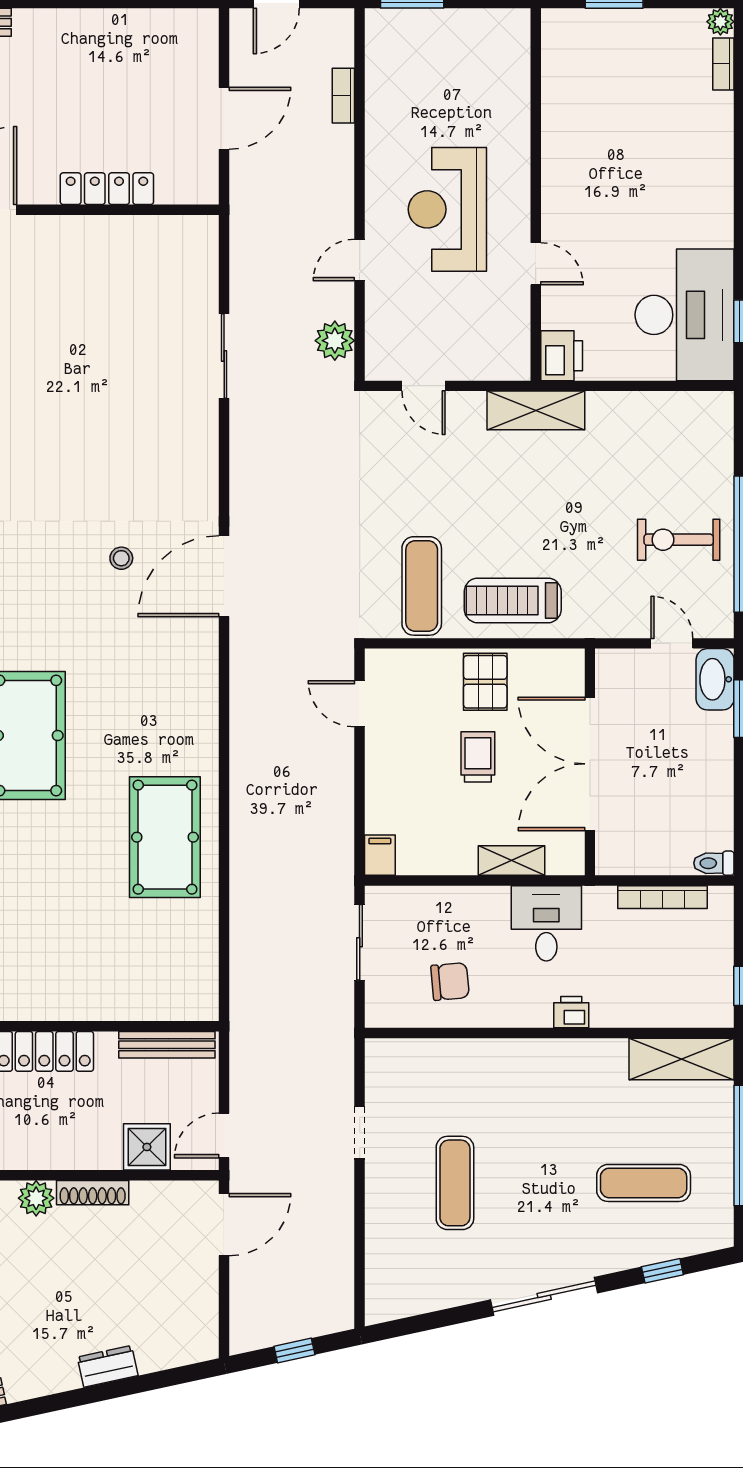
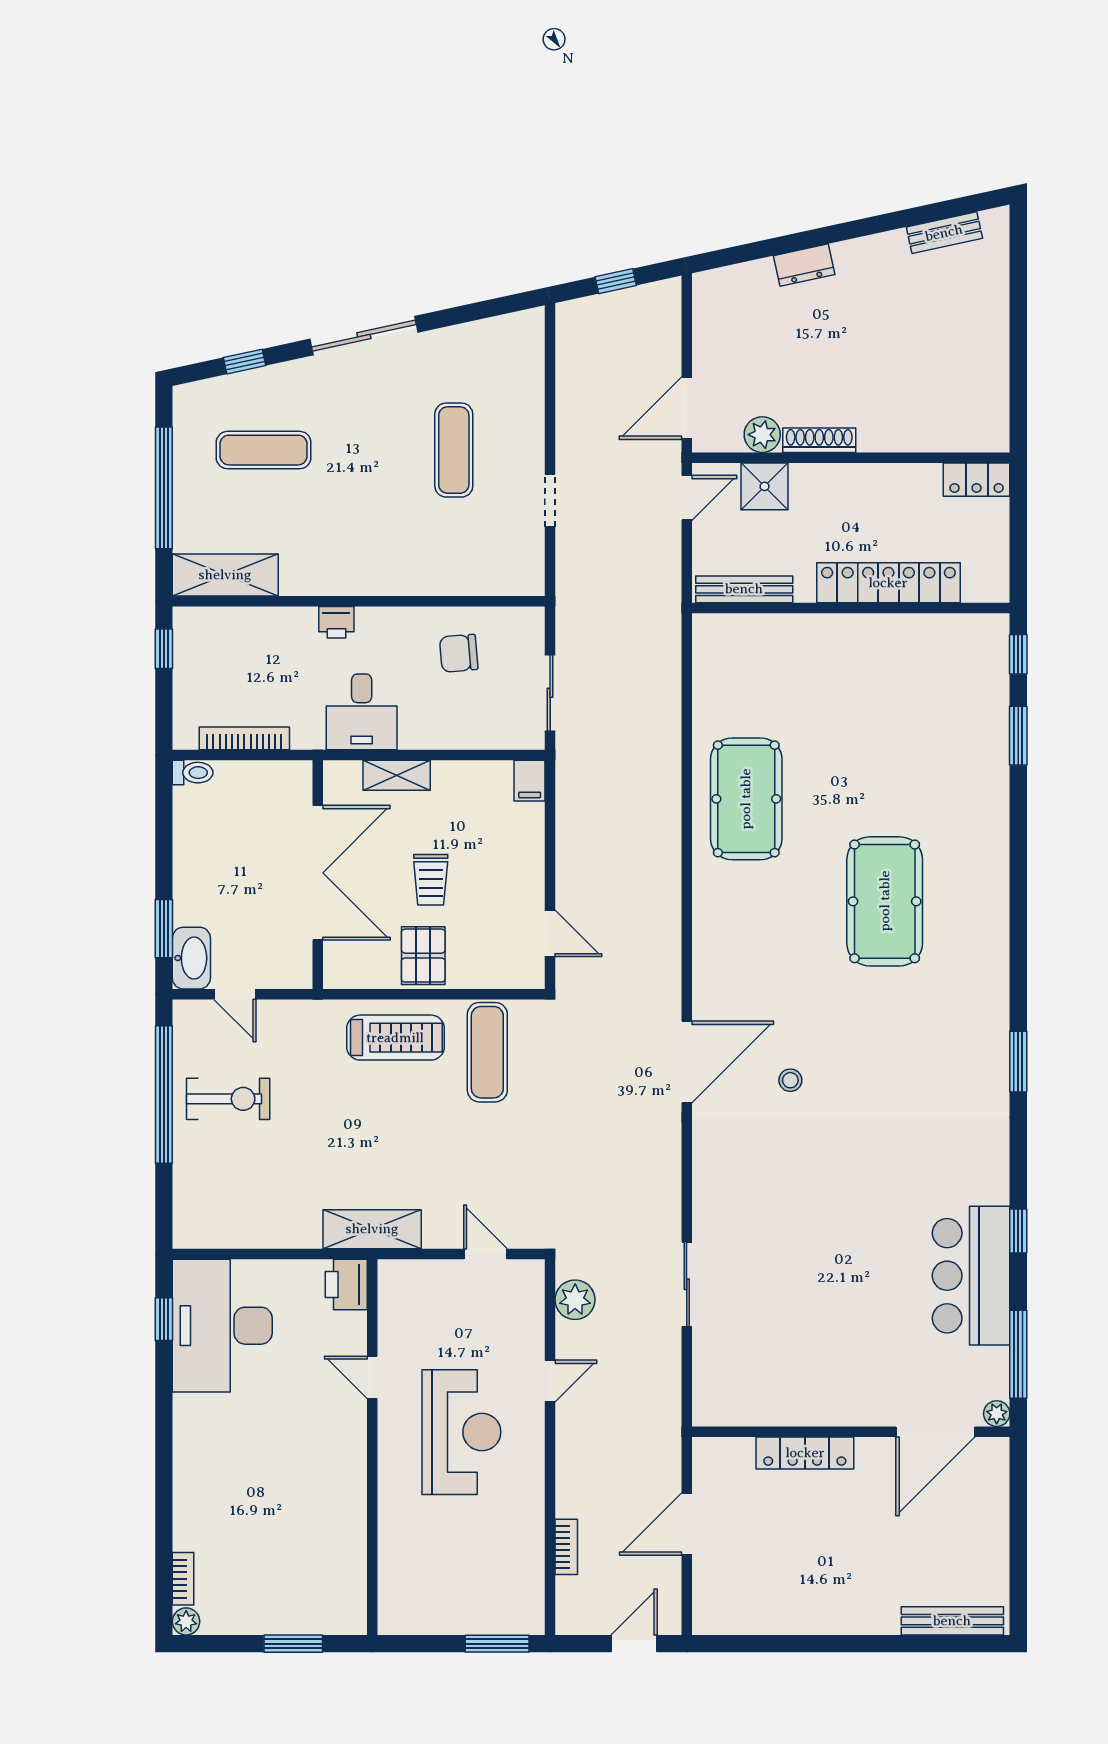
plant: (36, 1198) -> (762, 435), moved

